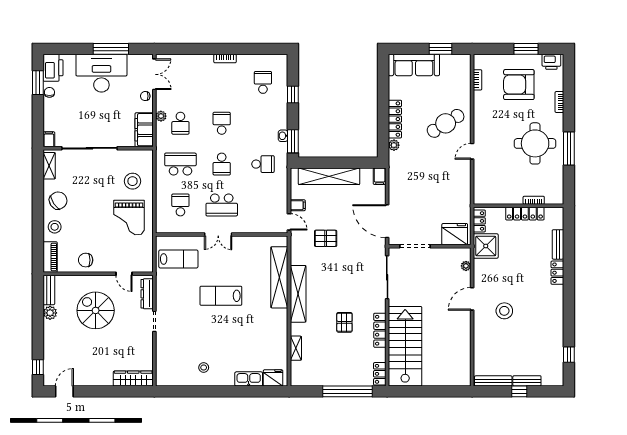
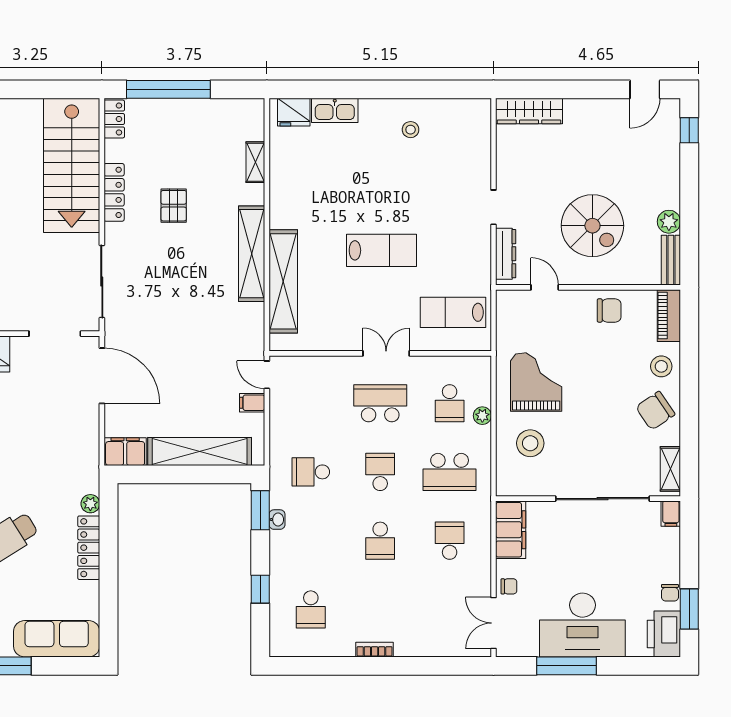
plant: (161, 116) -> (482, 416), moved
filing cabinet: (380, 176) -> (125, 452), width x2.00
pallet: (326, 238) -> (205, 347), removed

